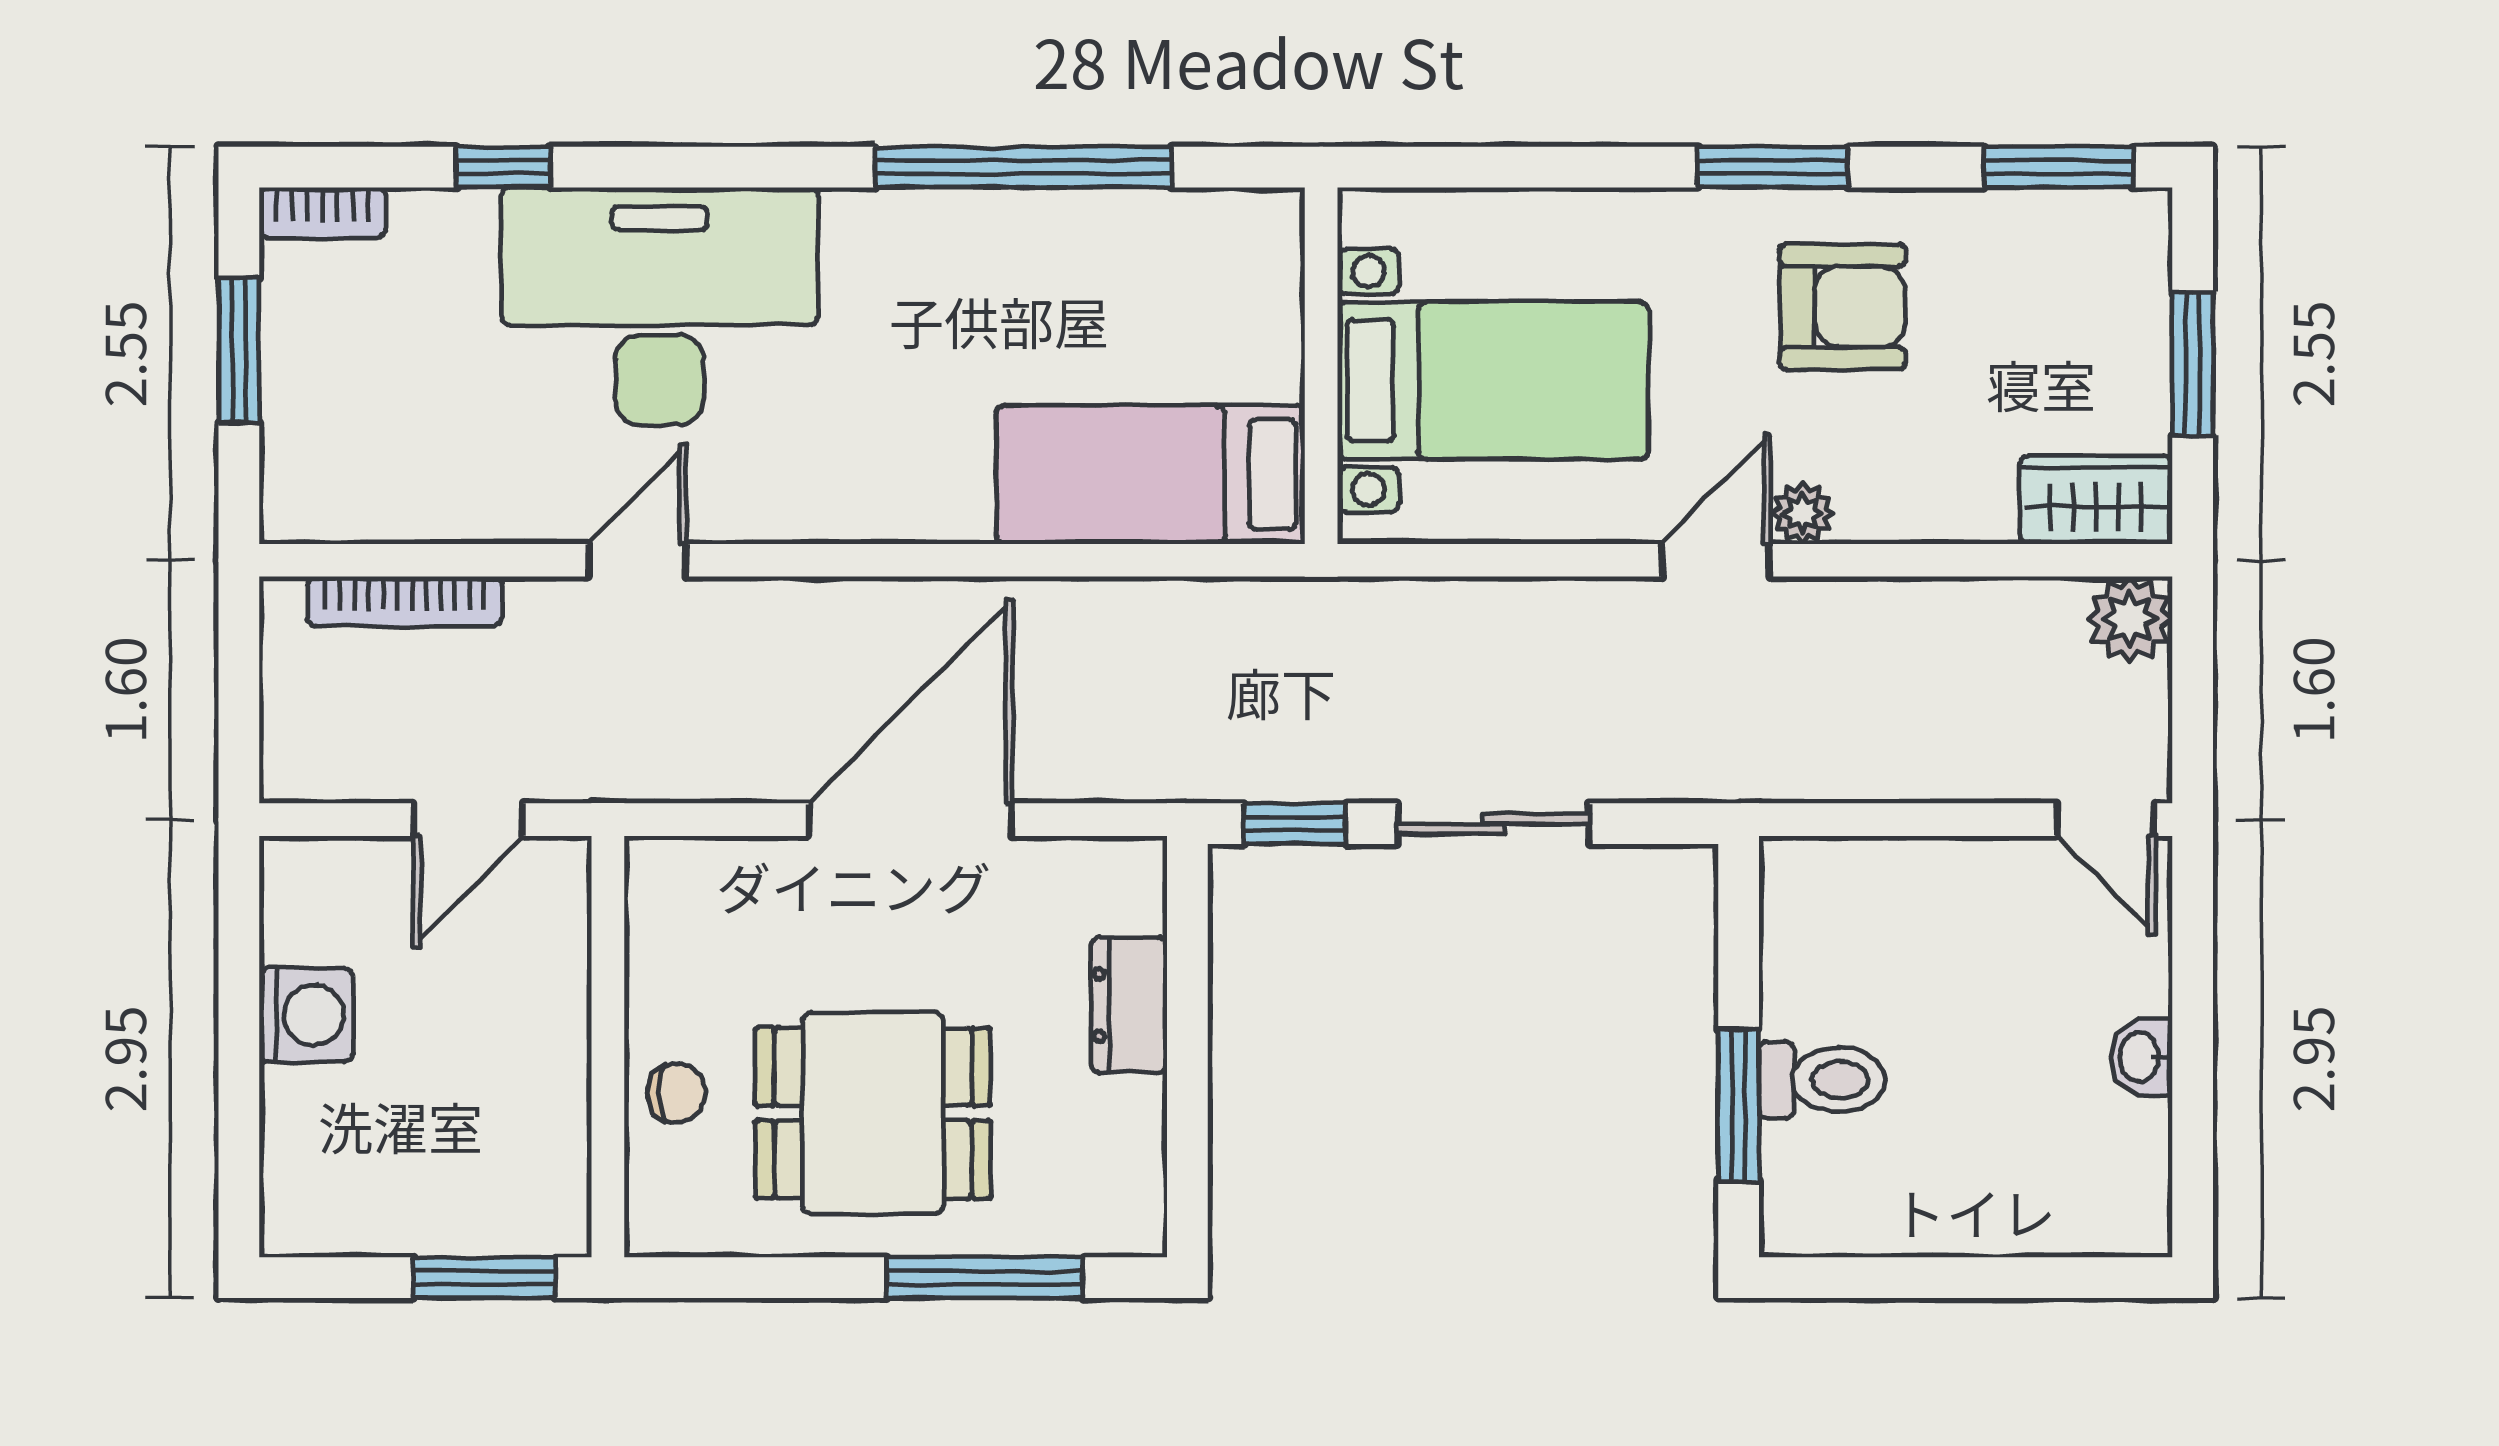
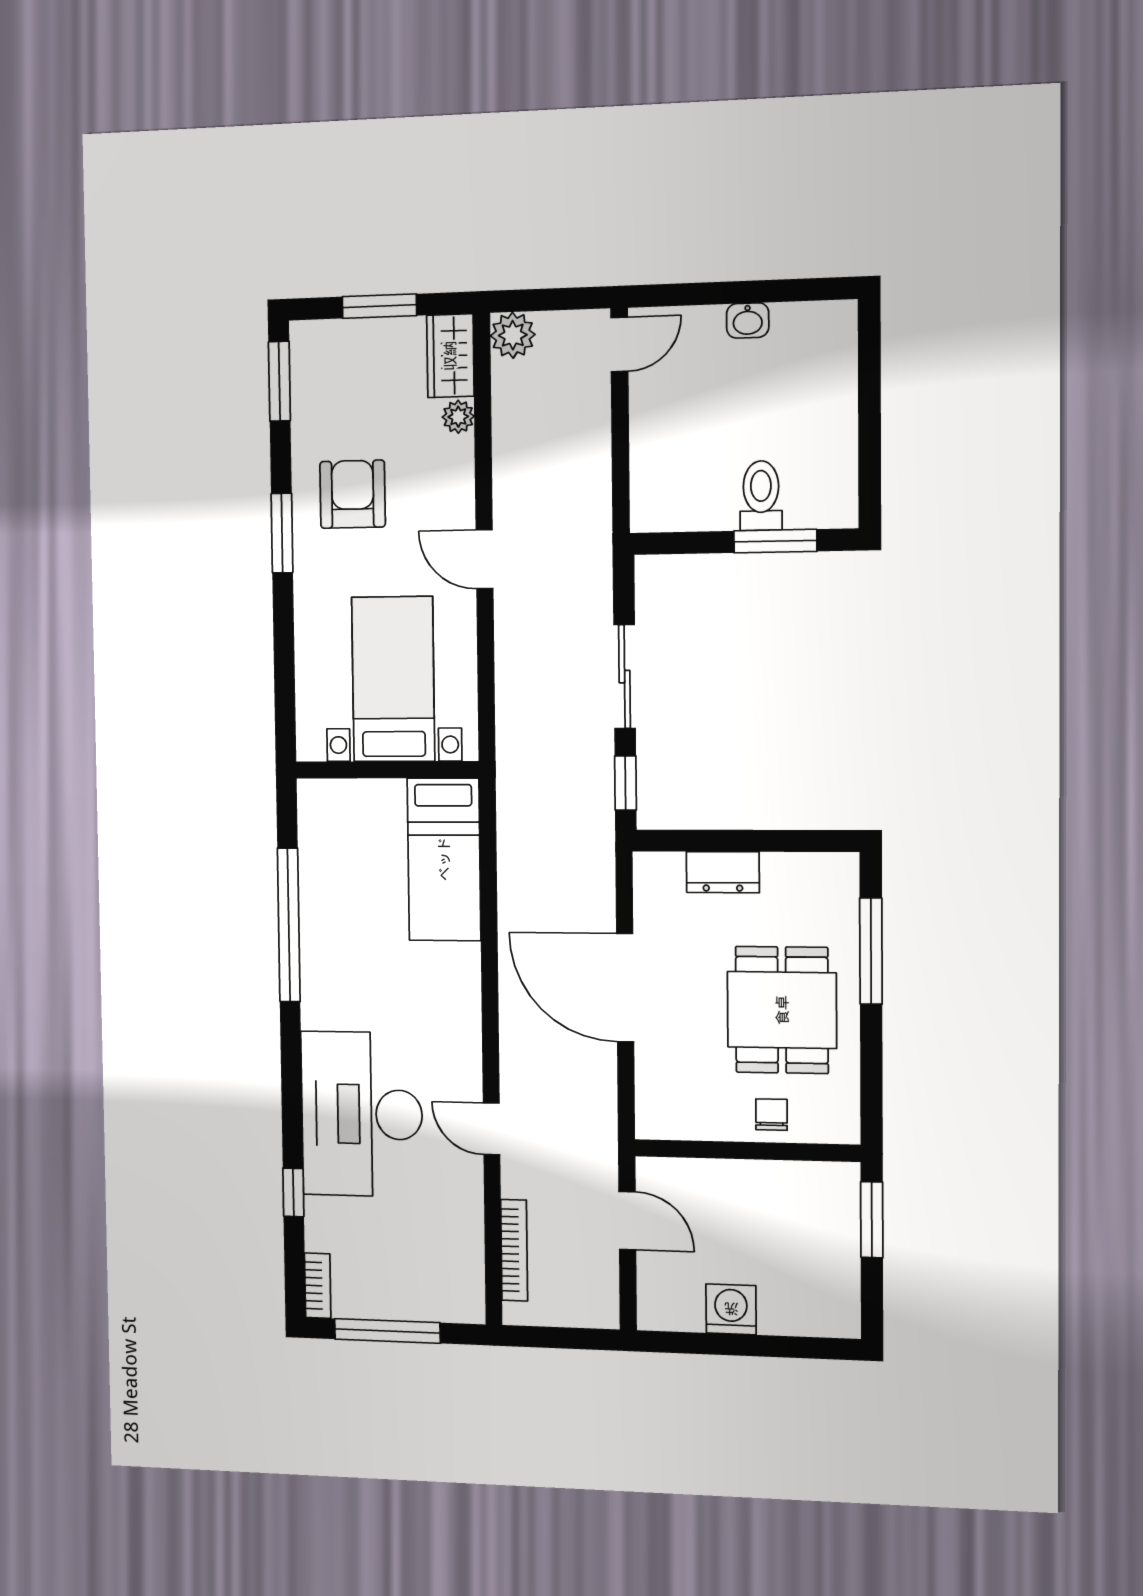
window: (239, 350) -> (387, 1331), width x1.44
plant: (1802, 513) -> (458, 417), moved

